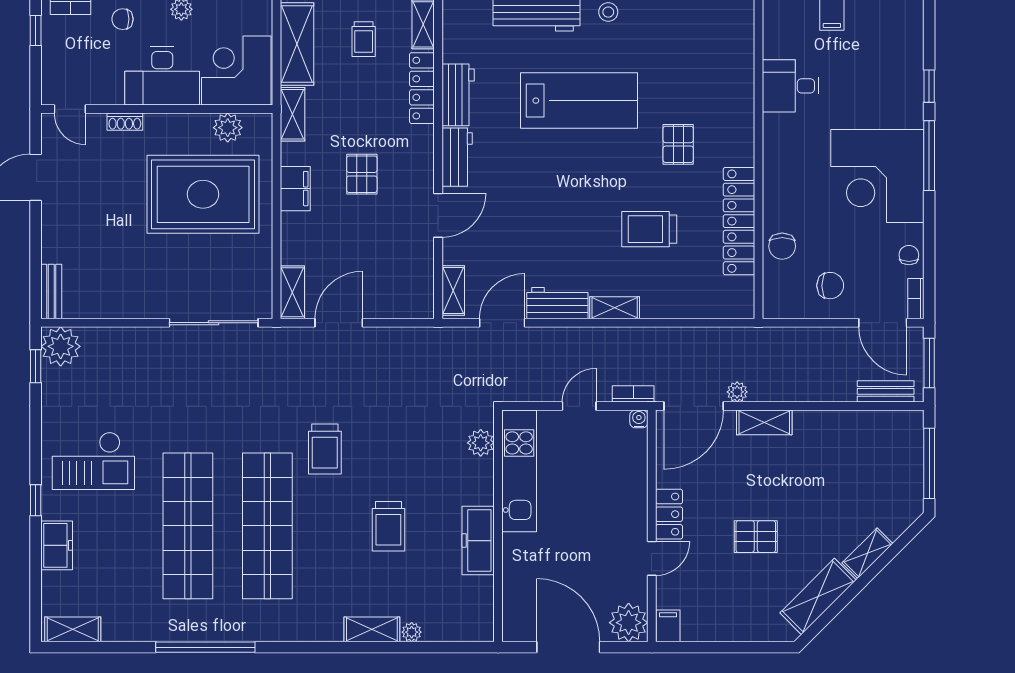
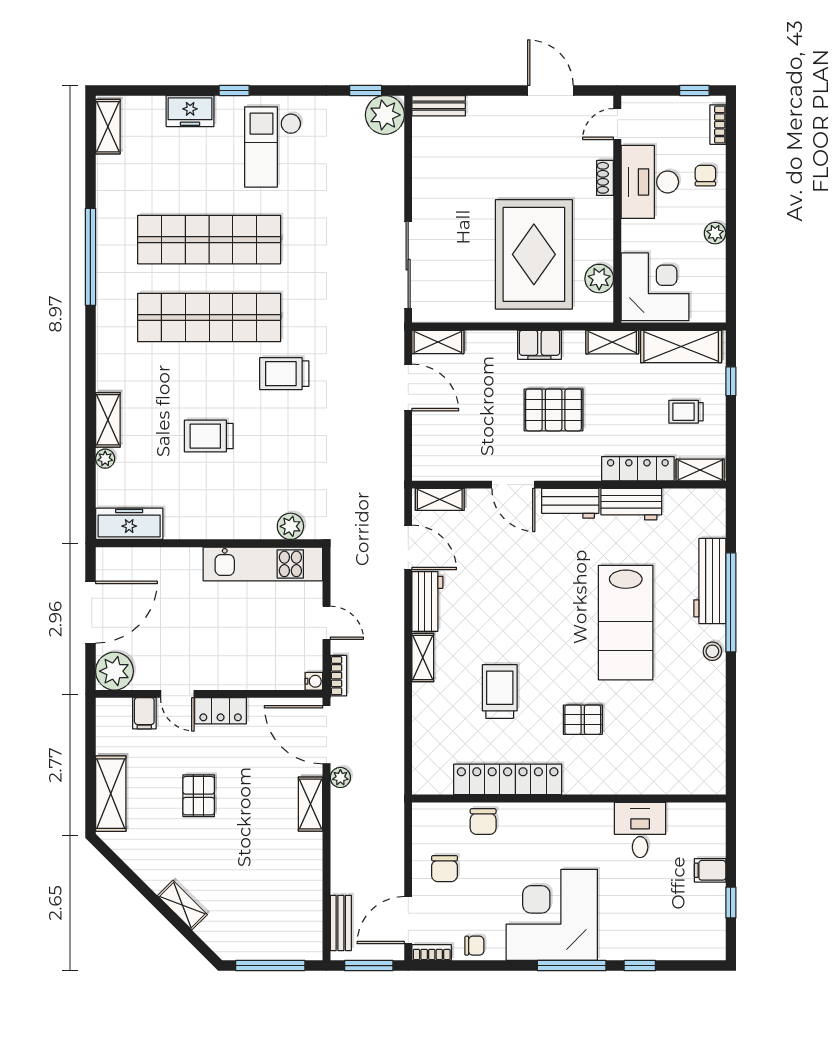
desk: (162, 76) -> (650, 182), moved
pallet: (362, 174) -> (554, 410), width x1.50, depth x1.42
chair: (782, 246) -> (483, 822), turned -90
freezer: (478, 541) -> (129, 524), moved
shelving: (818, 596) -> (111, 794), moved, turned 45
filing cabinet: (668, 626) -> (144, 713), moved, turned 90

